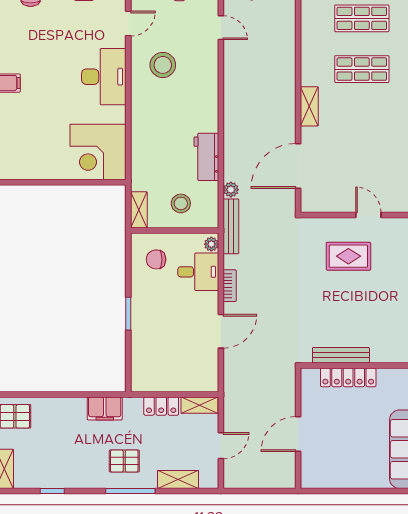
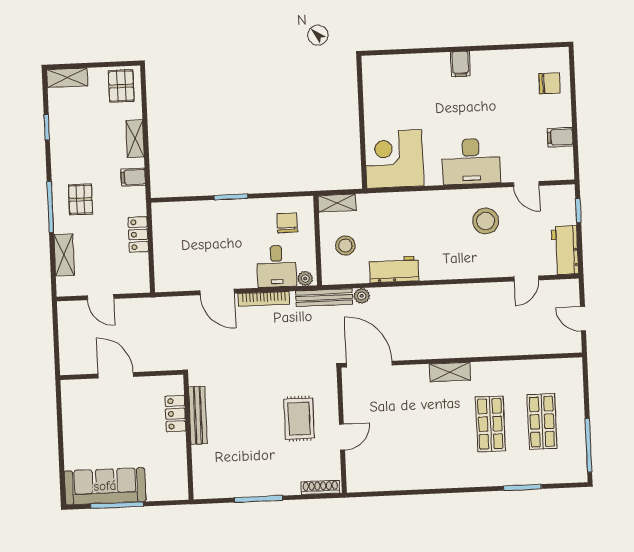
door: (298, 166) -> (369, 364), moved
bookcase: (230, 286) -> (264, 299), width x1.56
locker: (348, 377) -> (175, 414), width x0.66
shelving: (199, 405) -> (135, 139), moved
filing cabinet: (105, 408) -> (133, 177), width x0.50

